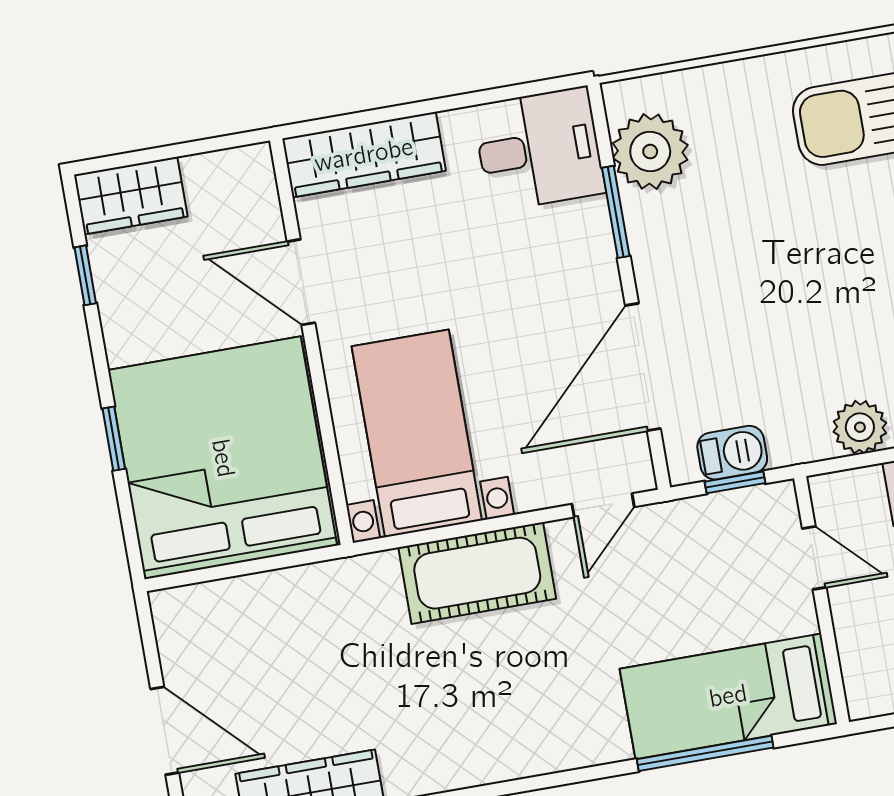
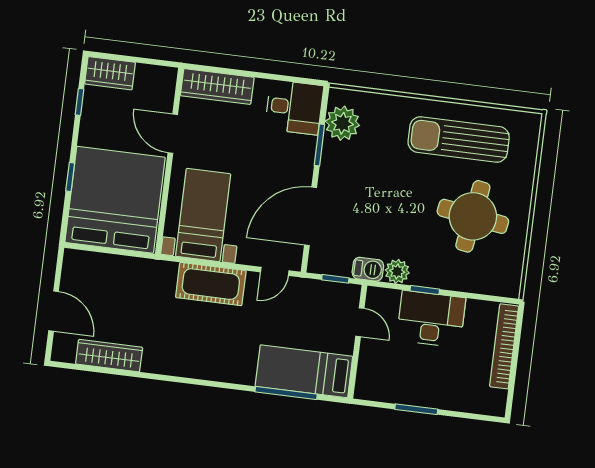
barbecue: (732, 453) -> (368, 269), moved

